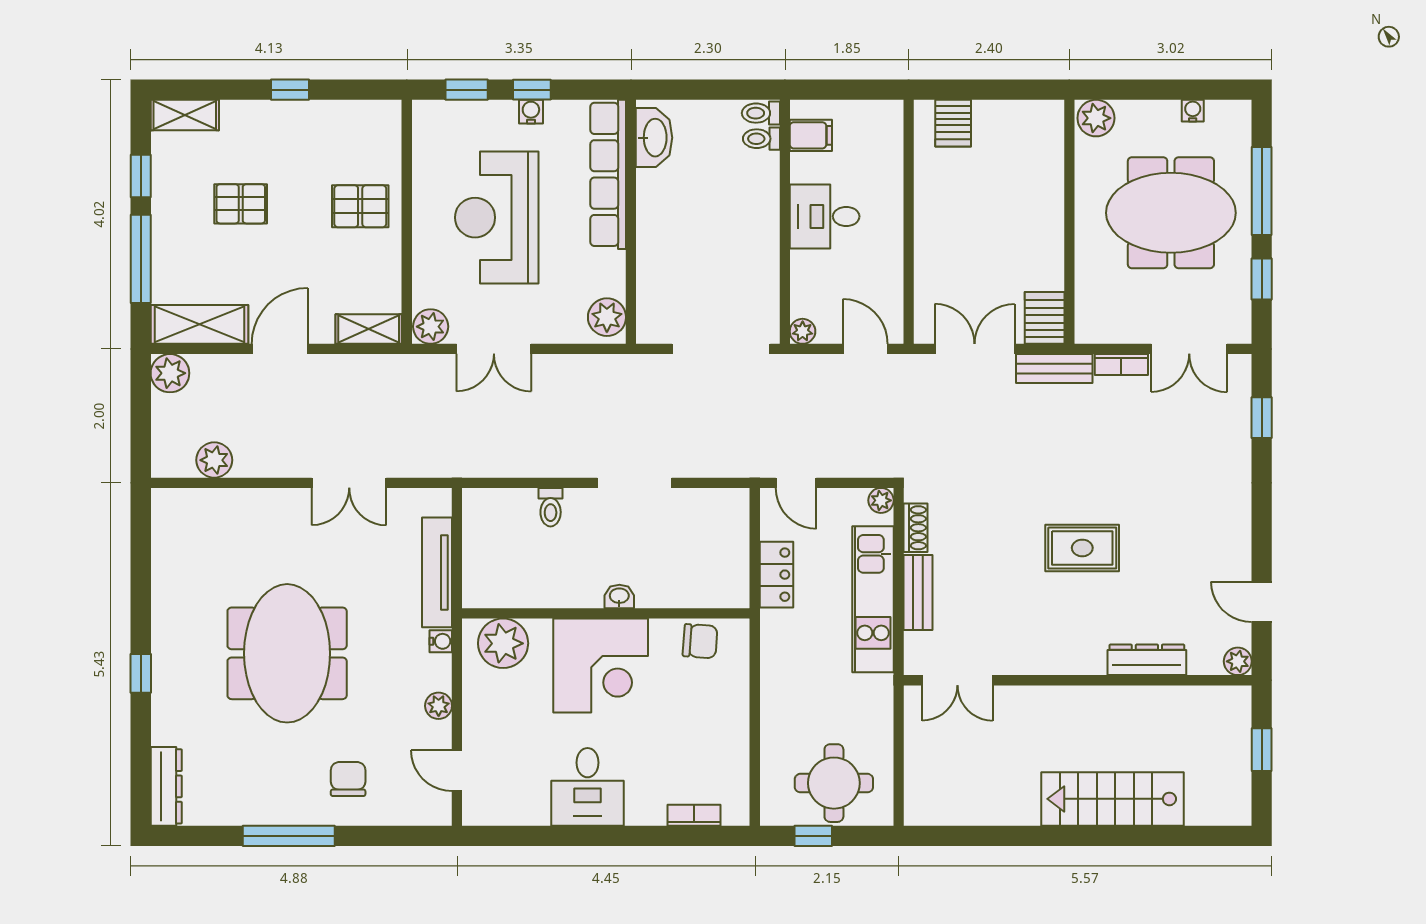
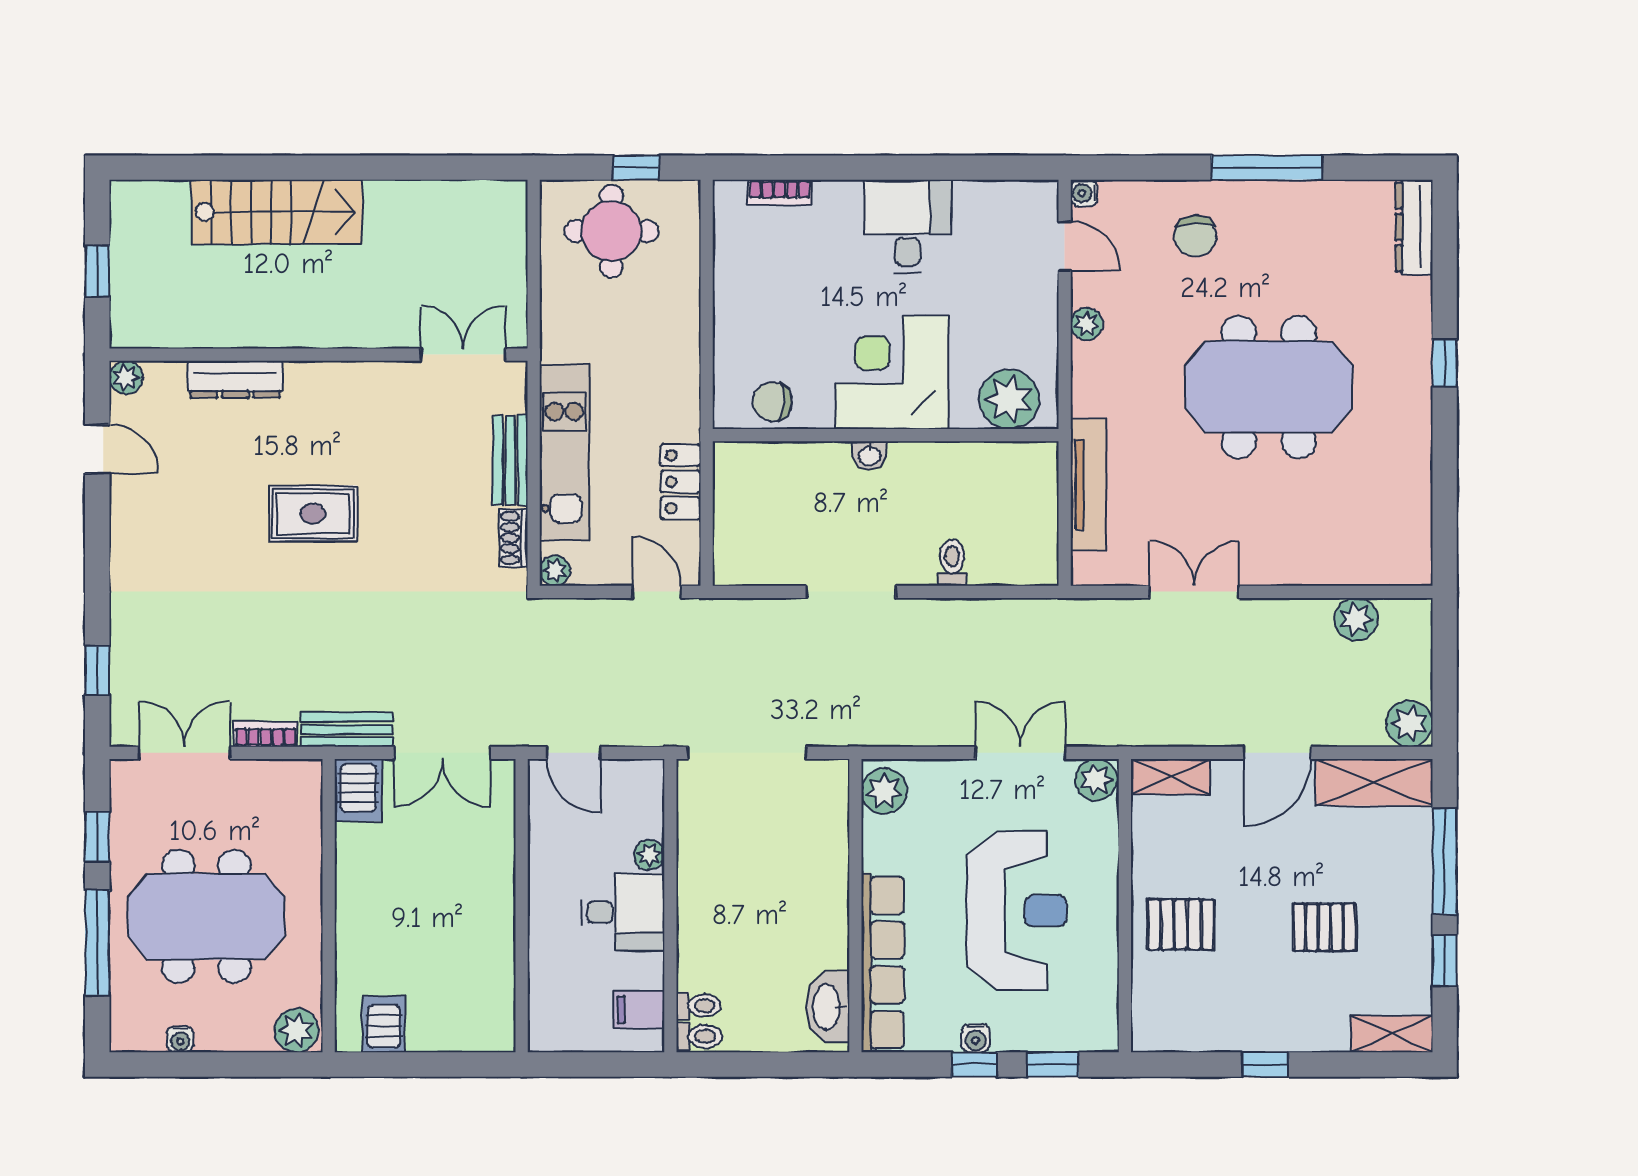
server rack: (953, 123) -> (384, 1024), moved
plant: (803, 331) -> (649, 855), moved
water cooler: (441, 641) -> (1084, 193), moved
meeting table: (287, 653) -> (1269, 387), turned 90

